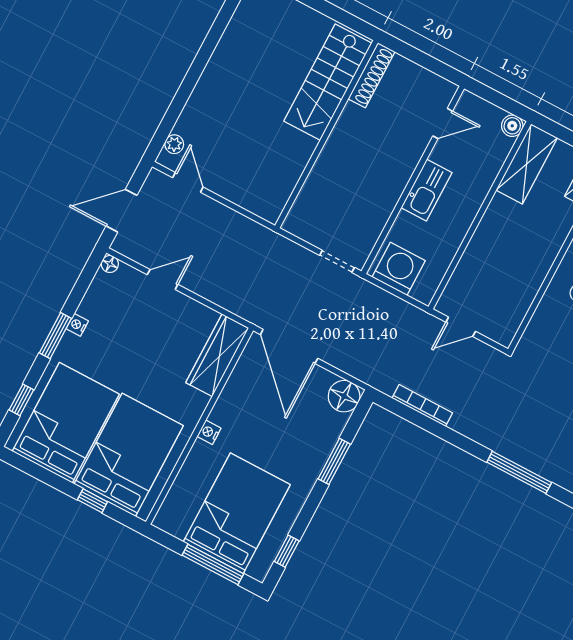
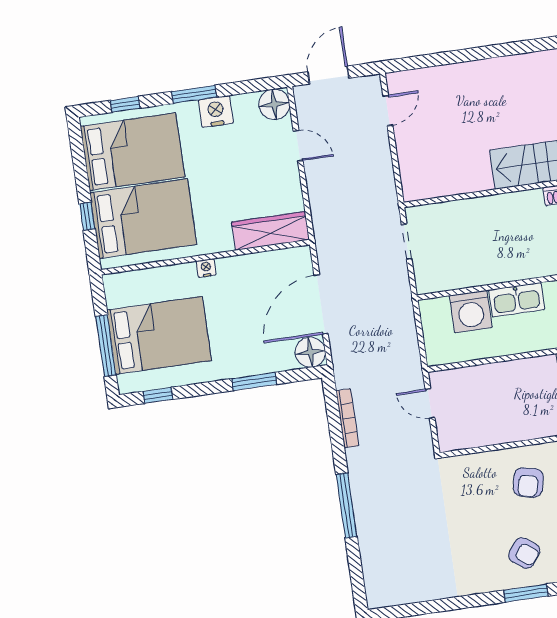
plant: (174, 144) -> (410, 78), removed
door: (122, 211) -> (328, 75), hinge flipped
doorway: (337, 261) -> (407, 242), moved
floor lamp: (110, 264) -> (274, 104), width x1.89, depth x1.89
washing machine: (399, 269) -> (471, 312), moved, turned 90
nightstand: (77, 325) -> (216, 111), width x1.89, depth x1.79
door: (289, 346) -> (321, 304), moved
window: (519, 472) -> (346, 505), moved

